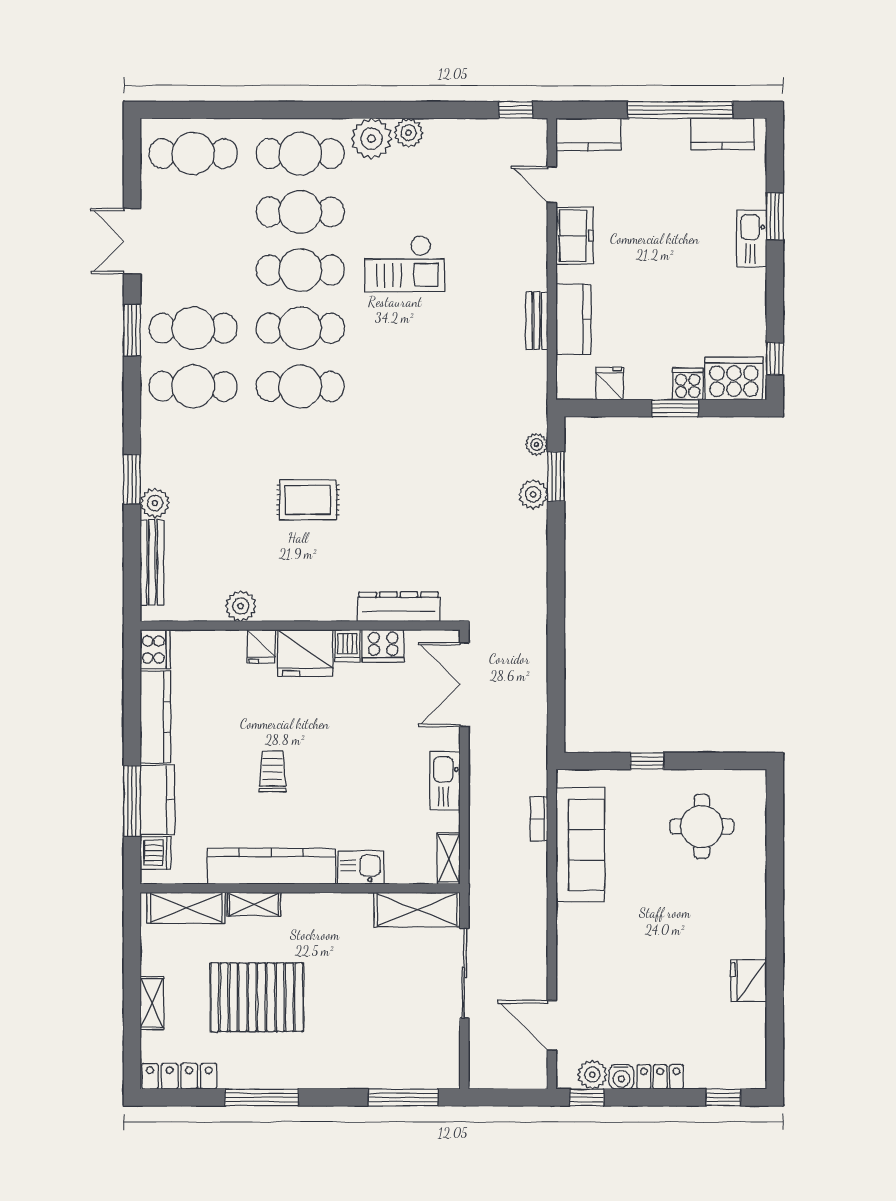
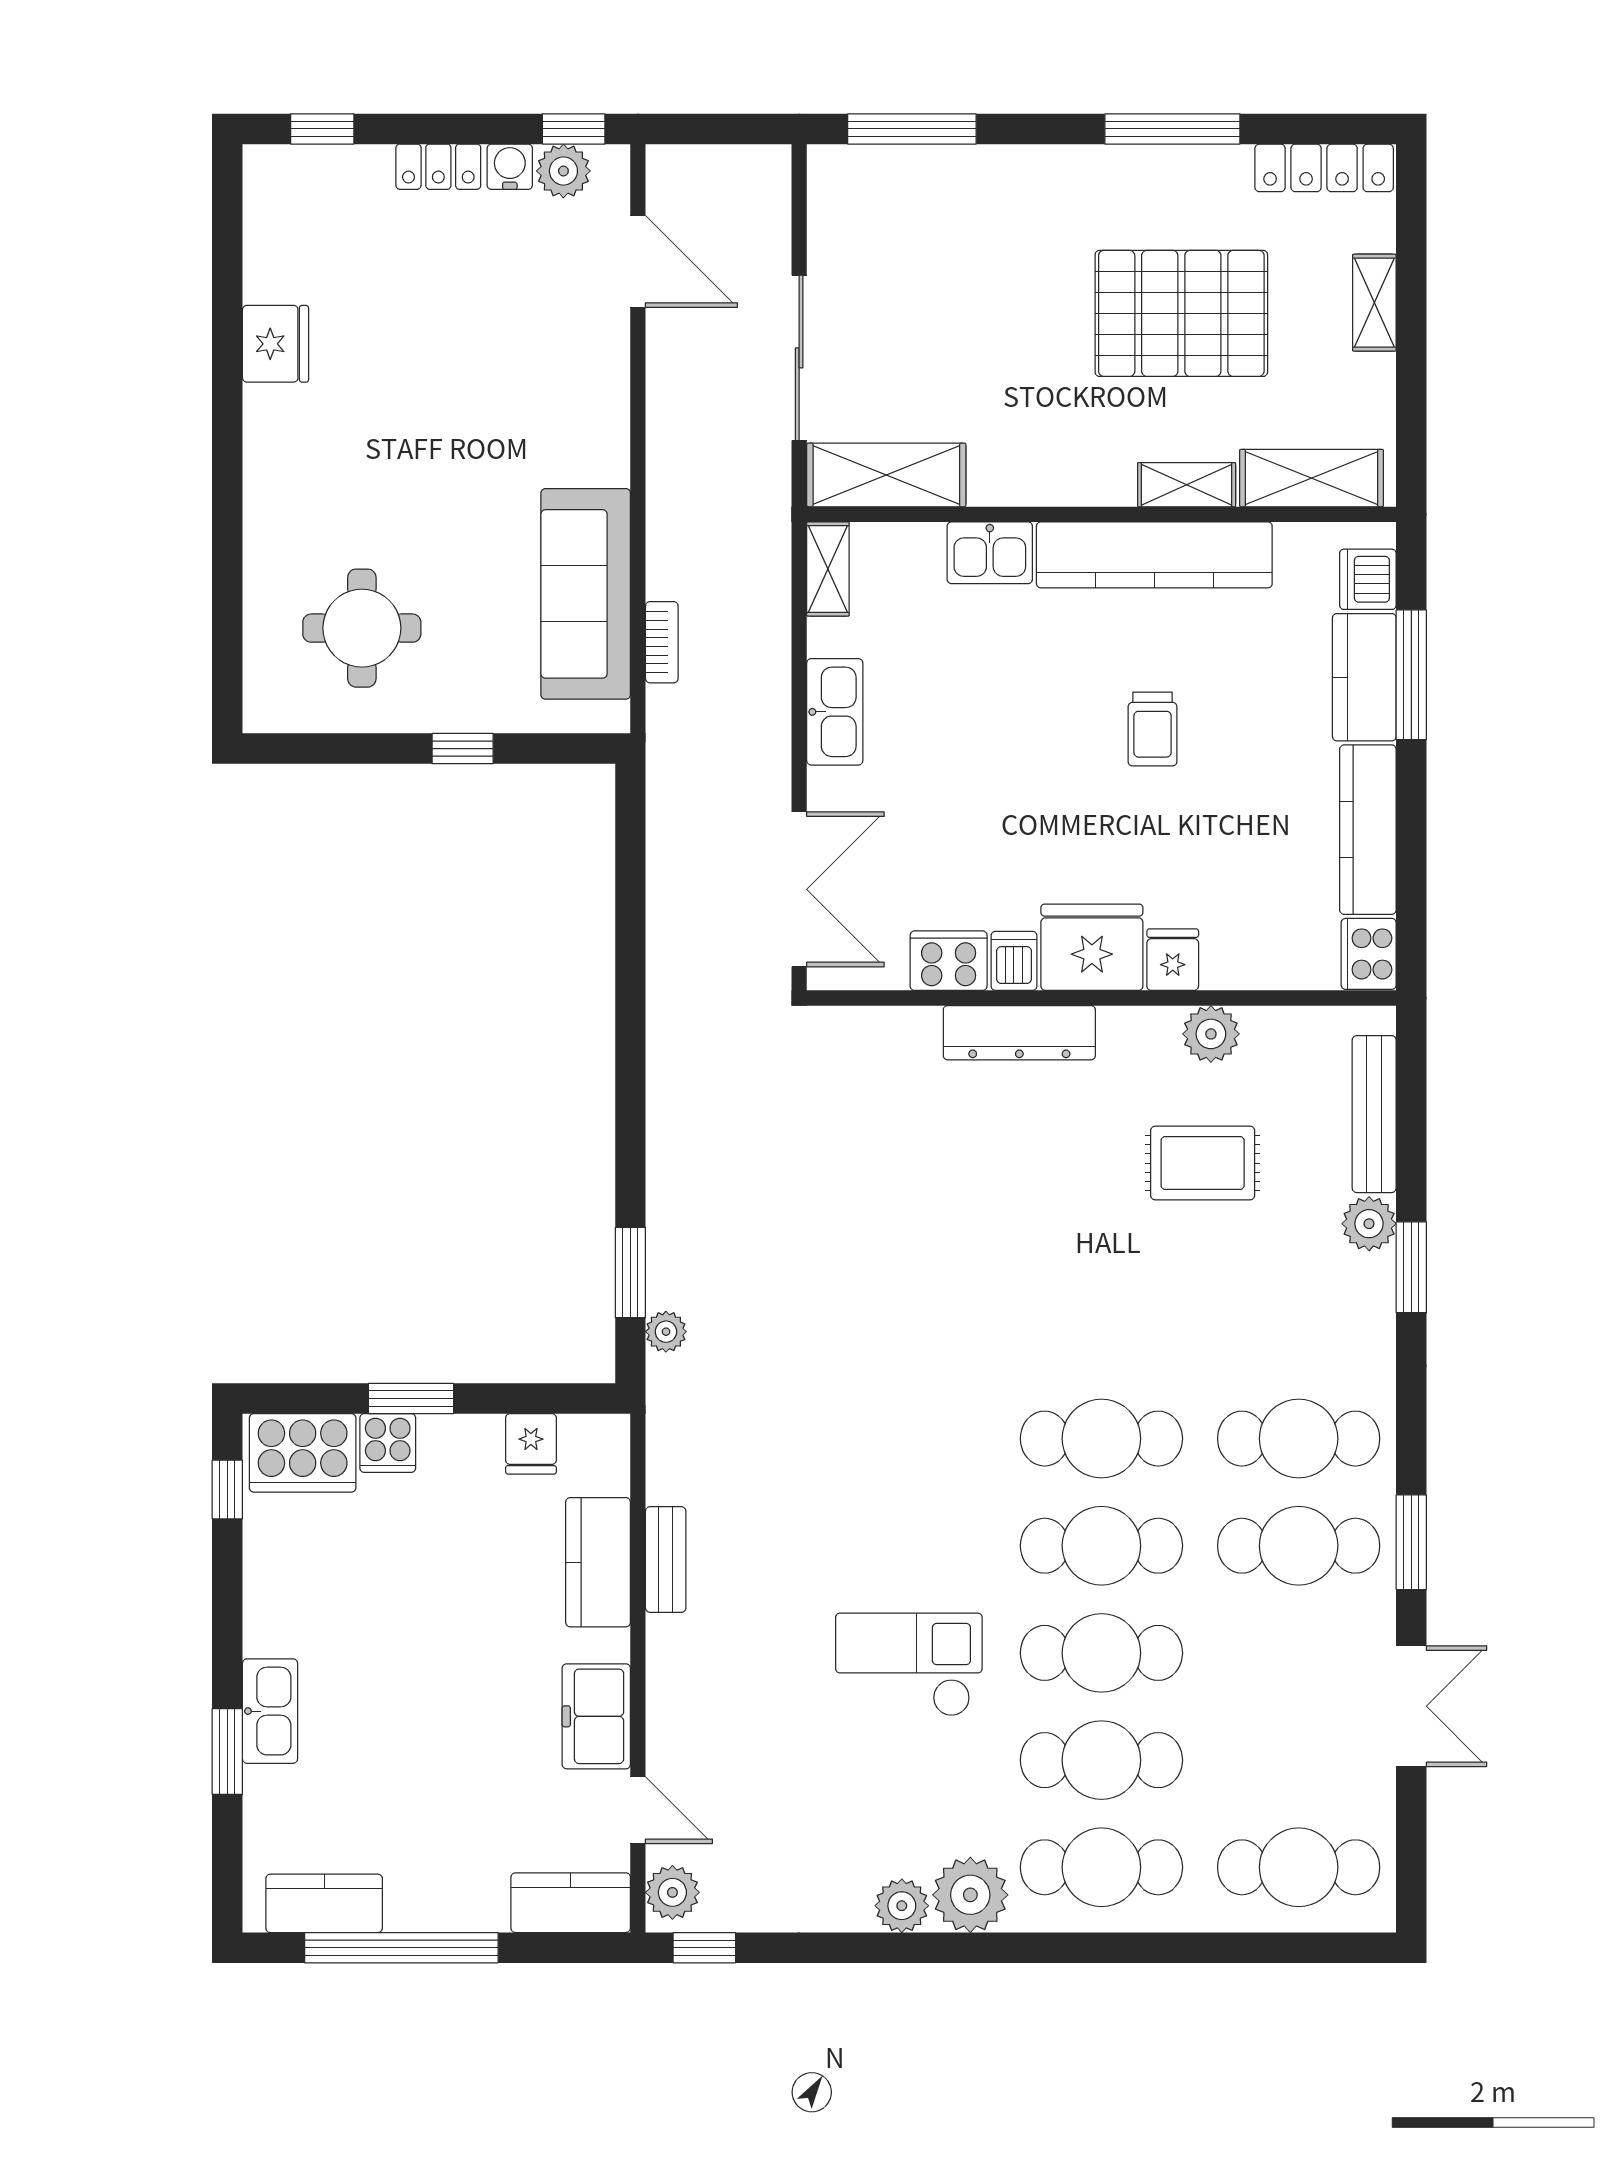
plant: (533, 494) -> (672, 1892), moved
rug: (308, 500) -> (1203, 1163), moved
dresser: (399, 607) -> (1019, 1033), moved

